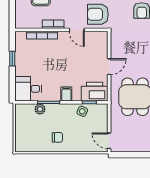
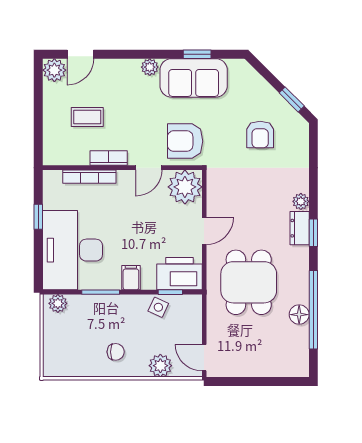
door: (77, 30) -> (149, 168), hinge flipped
plant: (98, 41) -> (185, 187), added
desk: (28, 89) -> (73, 250), width x1.87, depth x1.30
plant: (40, 109) -> (58, 303), moved
plant: (83, 145) -> (160, 366), added

